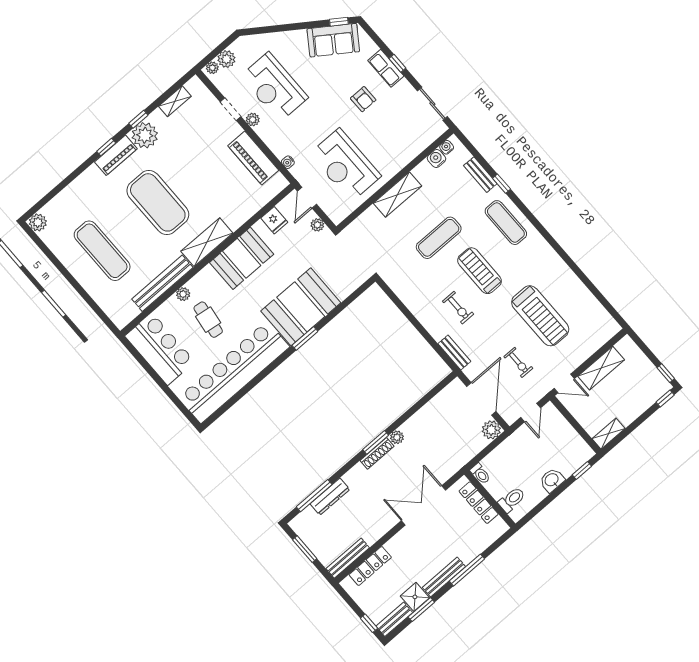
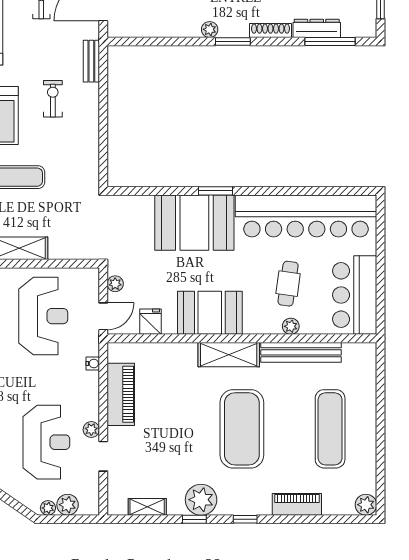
plant: (212, 68) -> (48, 508), moved
piano: (116, 155) -> (297, 504), moved
shoe rack: (377, 453) -> (271, 30), moved

